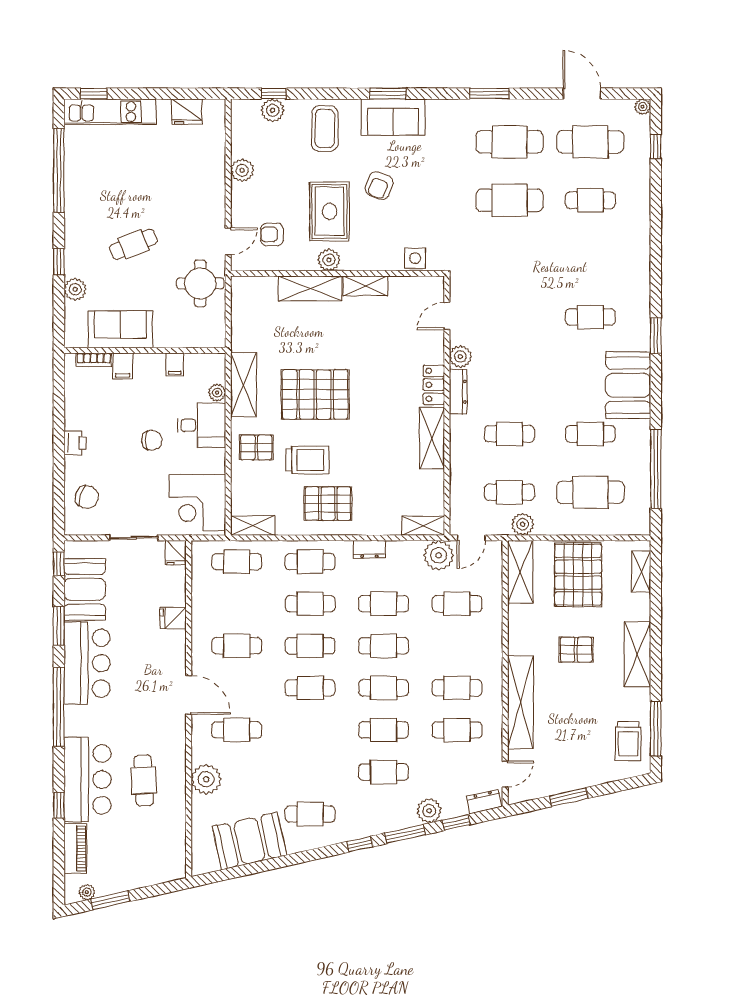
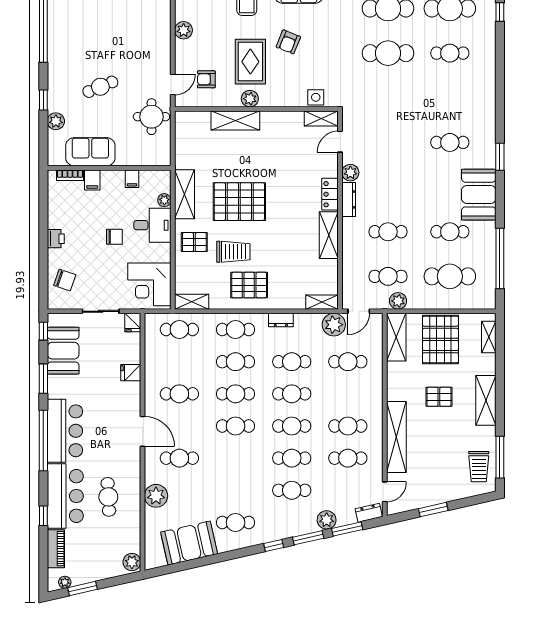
shelving: (365, 286) -> (321, 119), moved
bar counter: (87, 663) -> (65, 431), moved
window: (456, 822) -> (347, 529), width x1.50
plant: (175, 866) -> (132, 562), added

